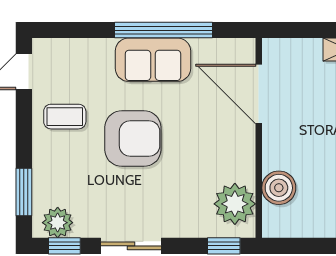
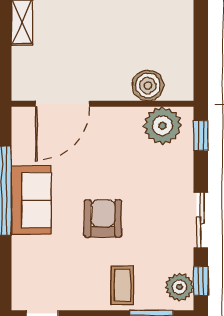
coffee table: (65, 117) -> (122, 285), moved
armchair: (133, 139) -> (103, 218), width x0.73, depth x0.73

